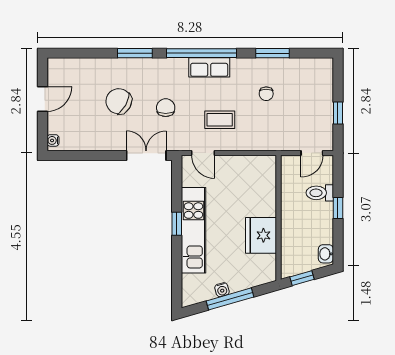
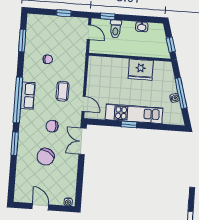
window: (272, 53) -> (22, 41), moved
door: (203, 153) -> (84, 104), hinge flipped
window: (338, 208) -> (108, 16), moved
washbasin: (326, 254) -> (142, 27), moved

